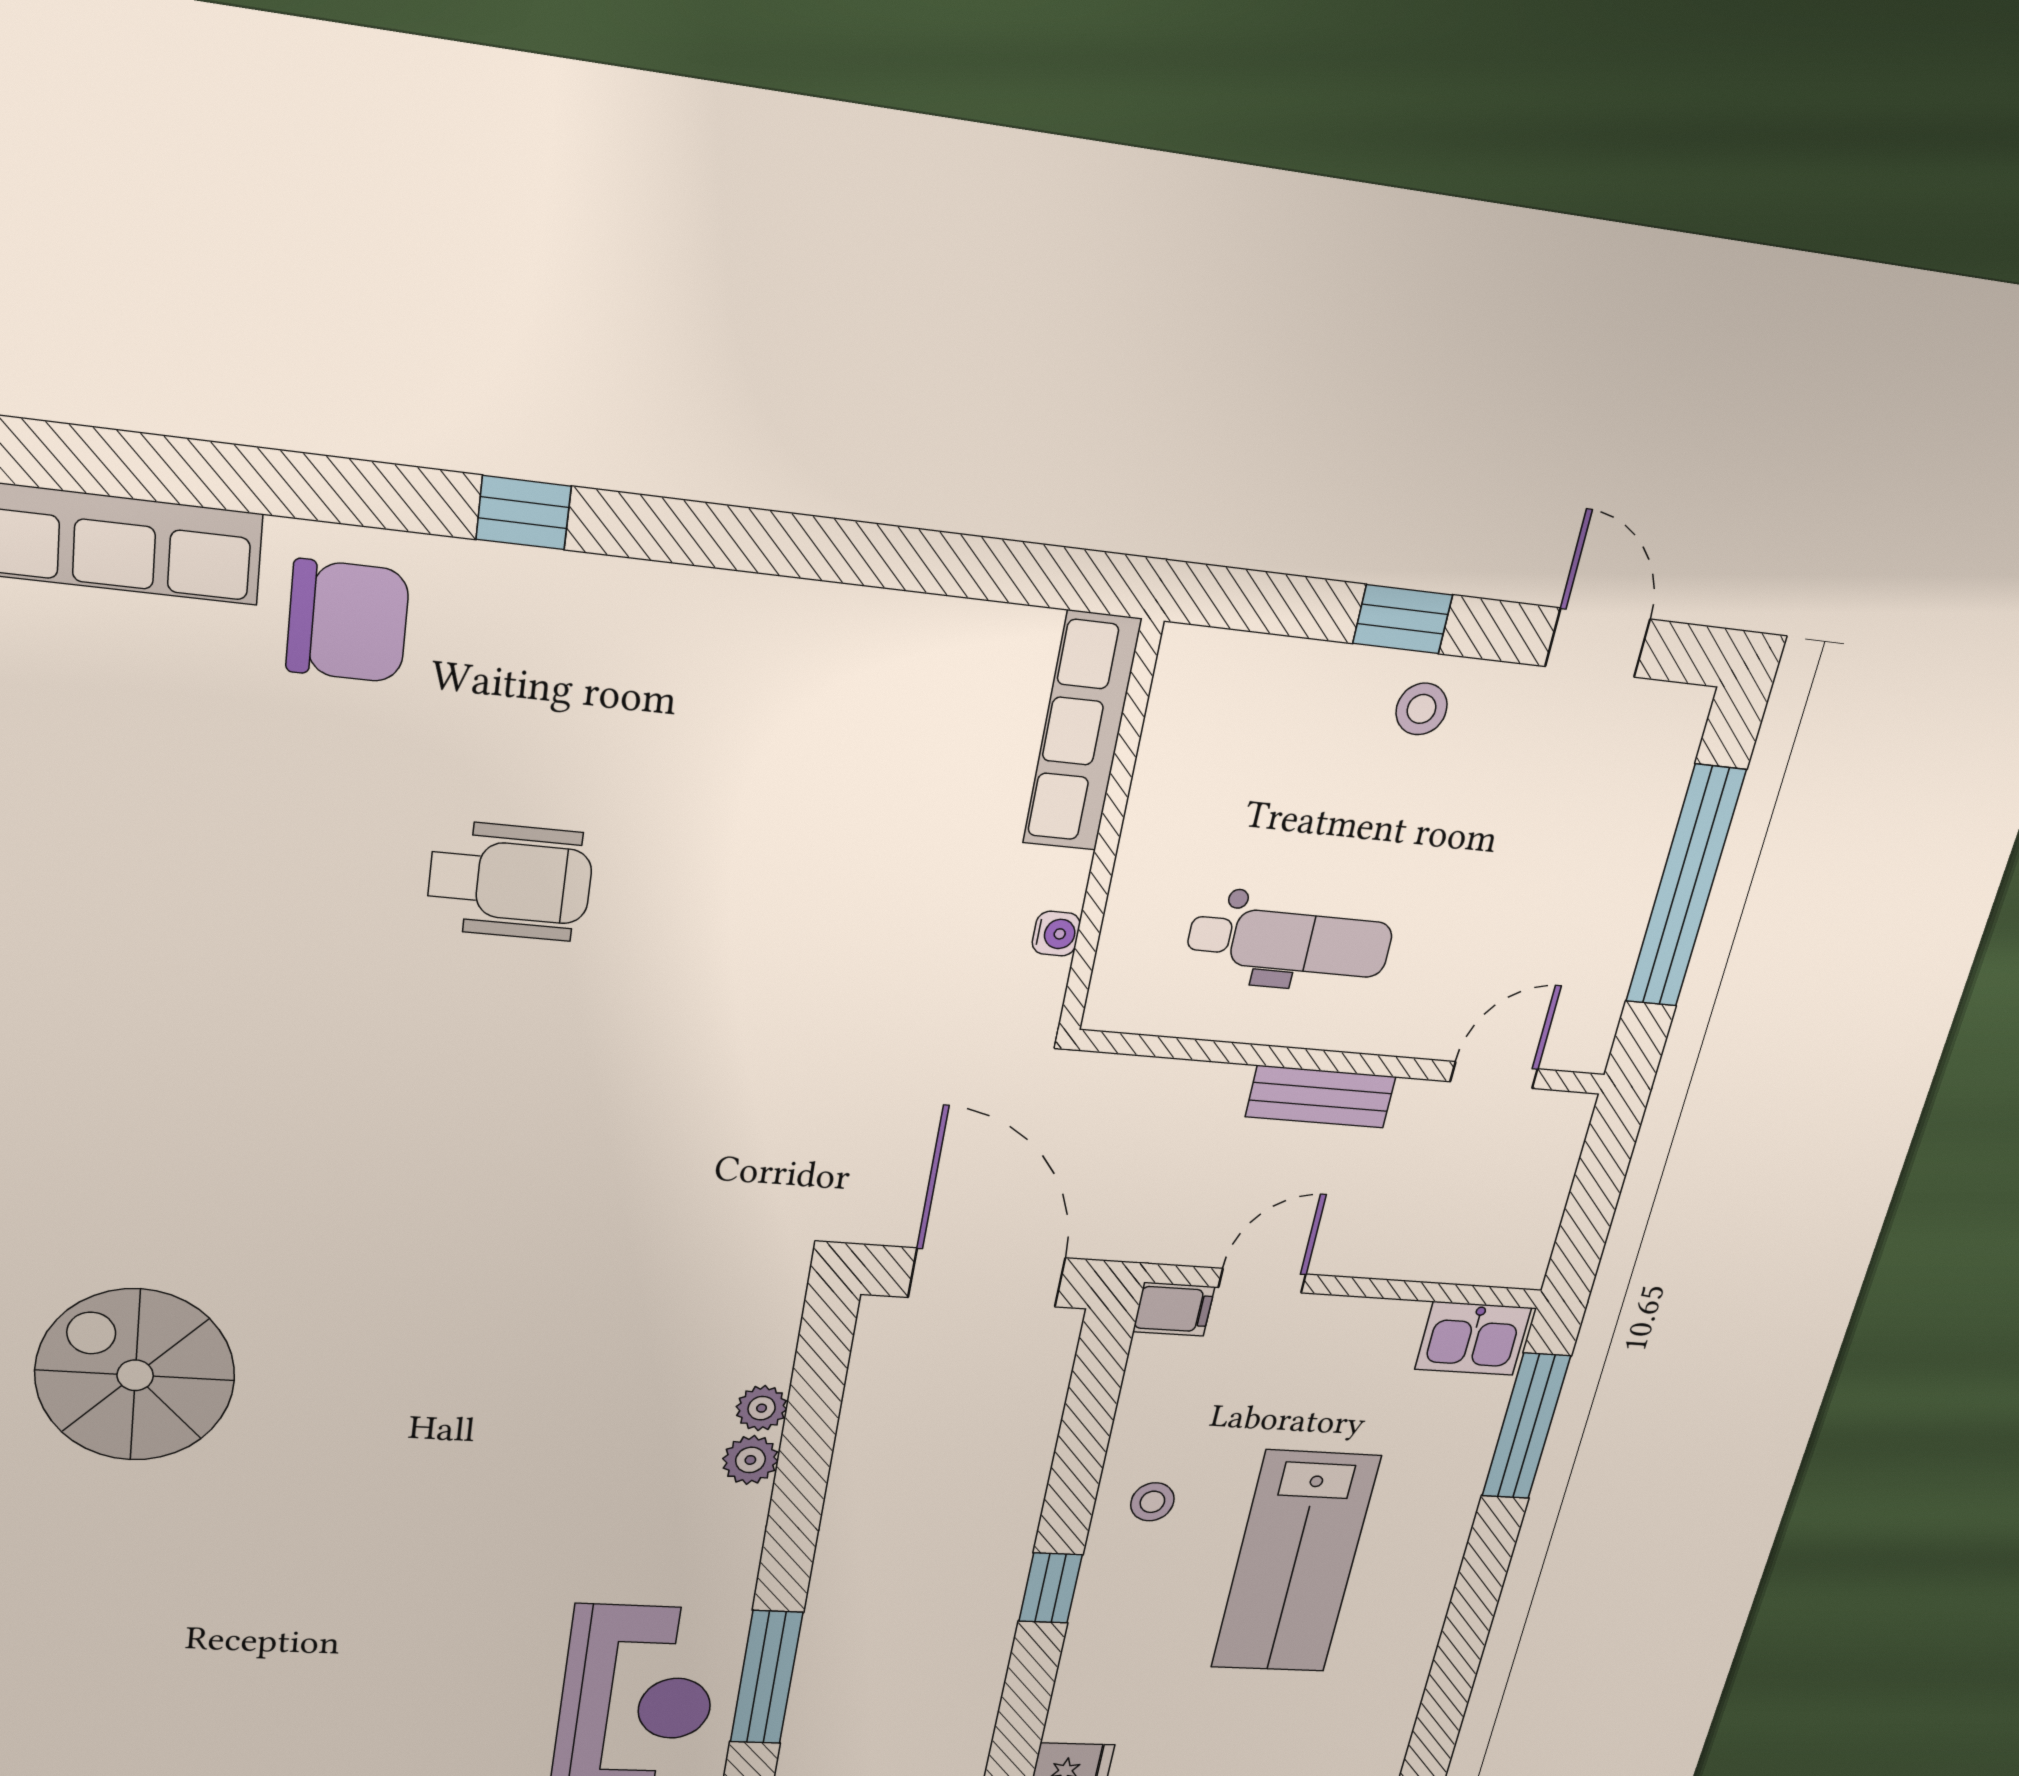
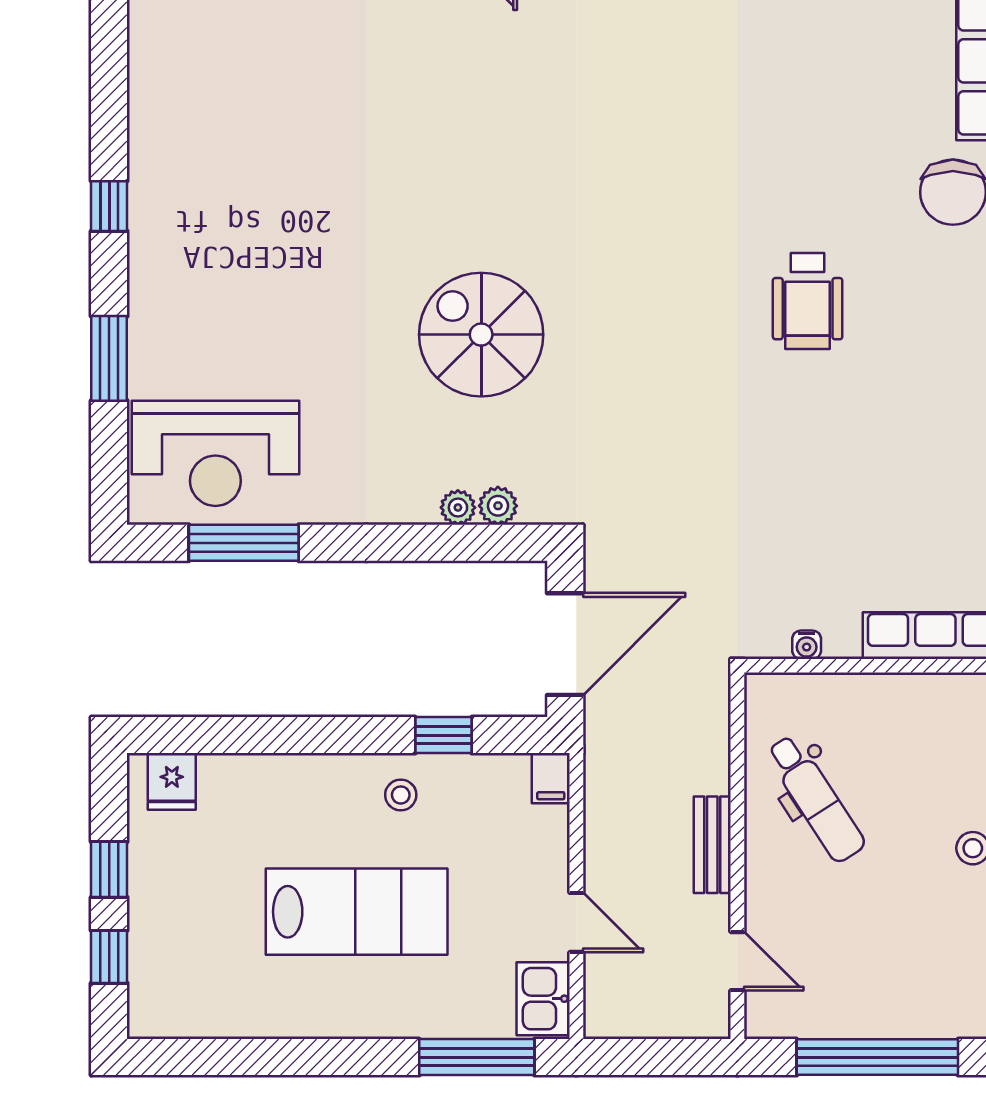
dental chair: (1290, 942) -> (816, 799), turned -33
door: (1262, 1281) -> (576, 922), moved
spiral stairs: (135, 1375) -> (481, 335), moved, turned -90
plant: (750, 1460) -> (498, 506), moved
lab bench: (1295, 1563) -> (357, 912), turned 180
window: (1050, 1588) -> (443, 735), moved

